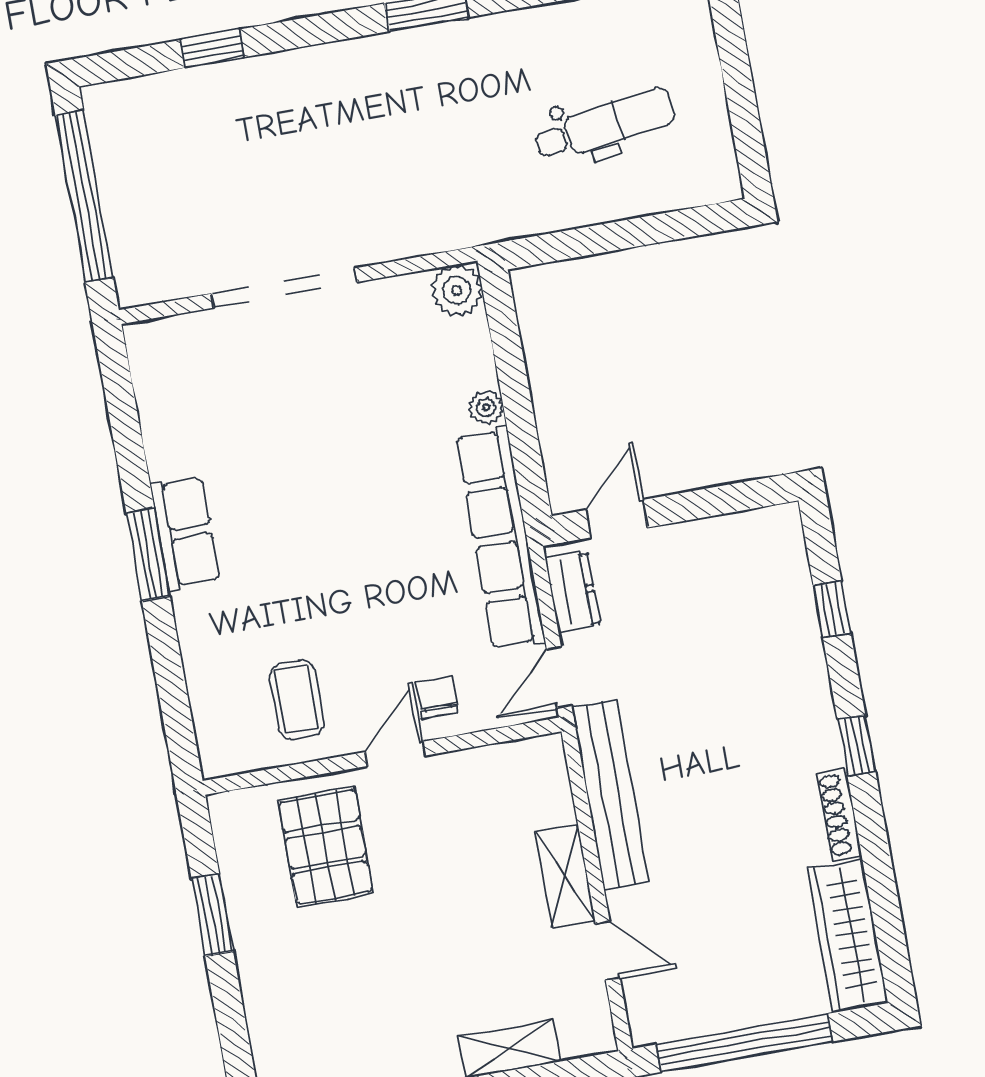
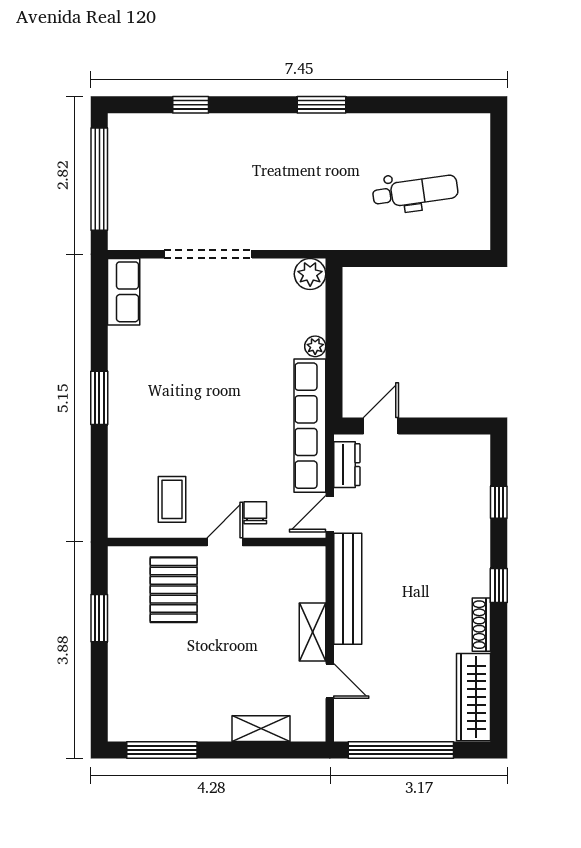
row of seats: (185, 533) -> (124, 292), moved

